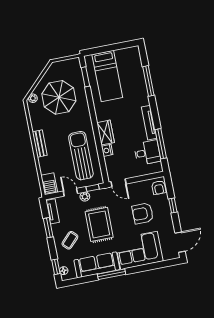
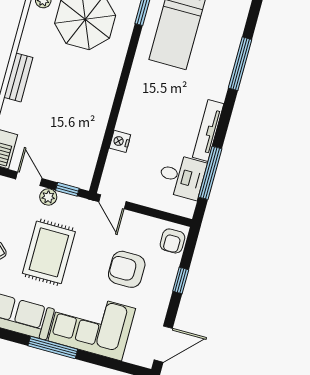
wardrobe: (106, 133) -> (131, 112), removed
sun lounger: (81, 156) -> (74, 129), removed
window: (112, 274) -> (53, 347), moved

